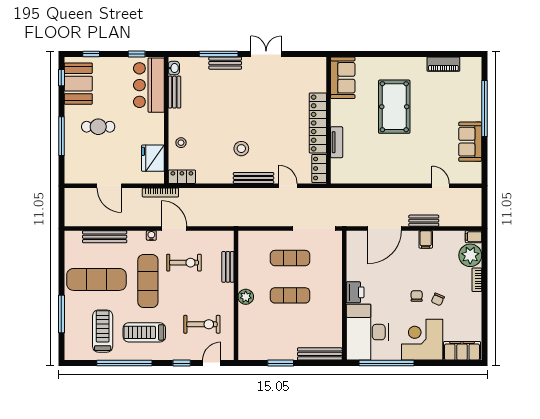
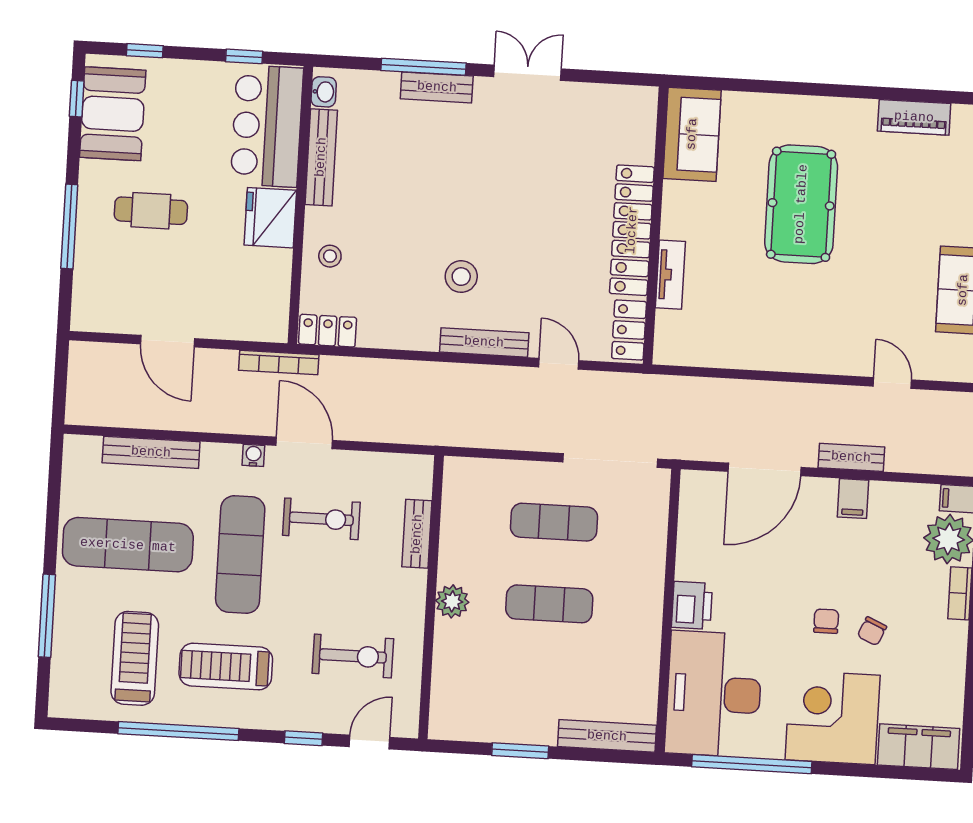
bench: (174, 92) -> (321, 157), width x1.36
fridge: (153, 158) -> (270, 218), moved

